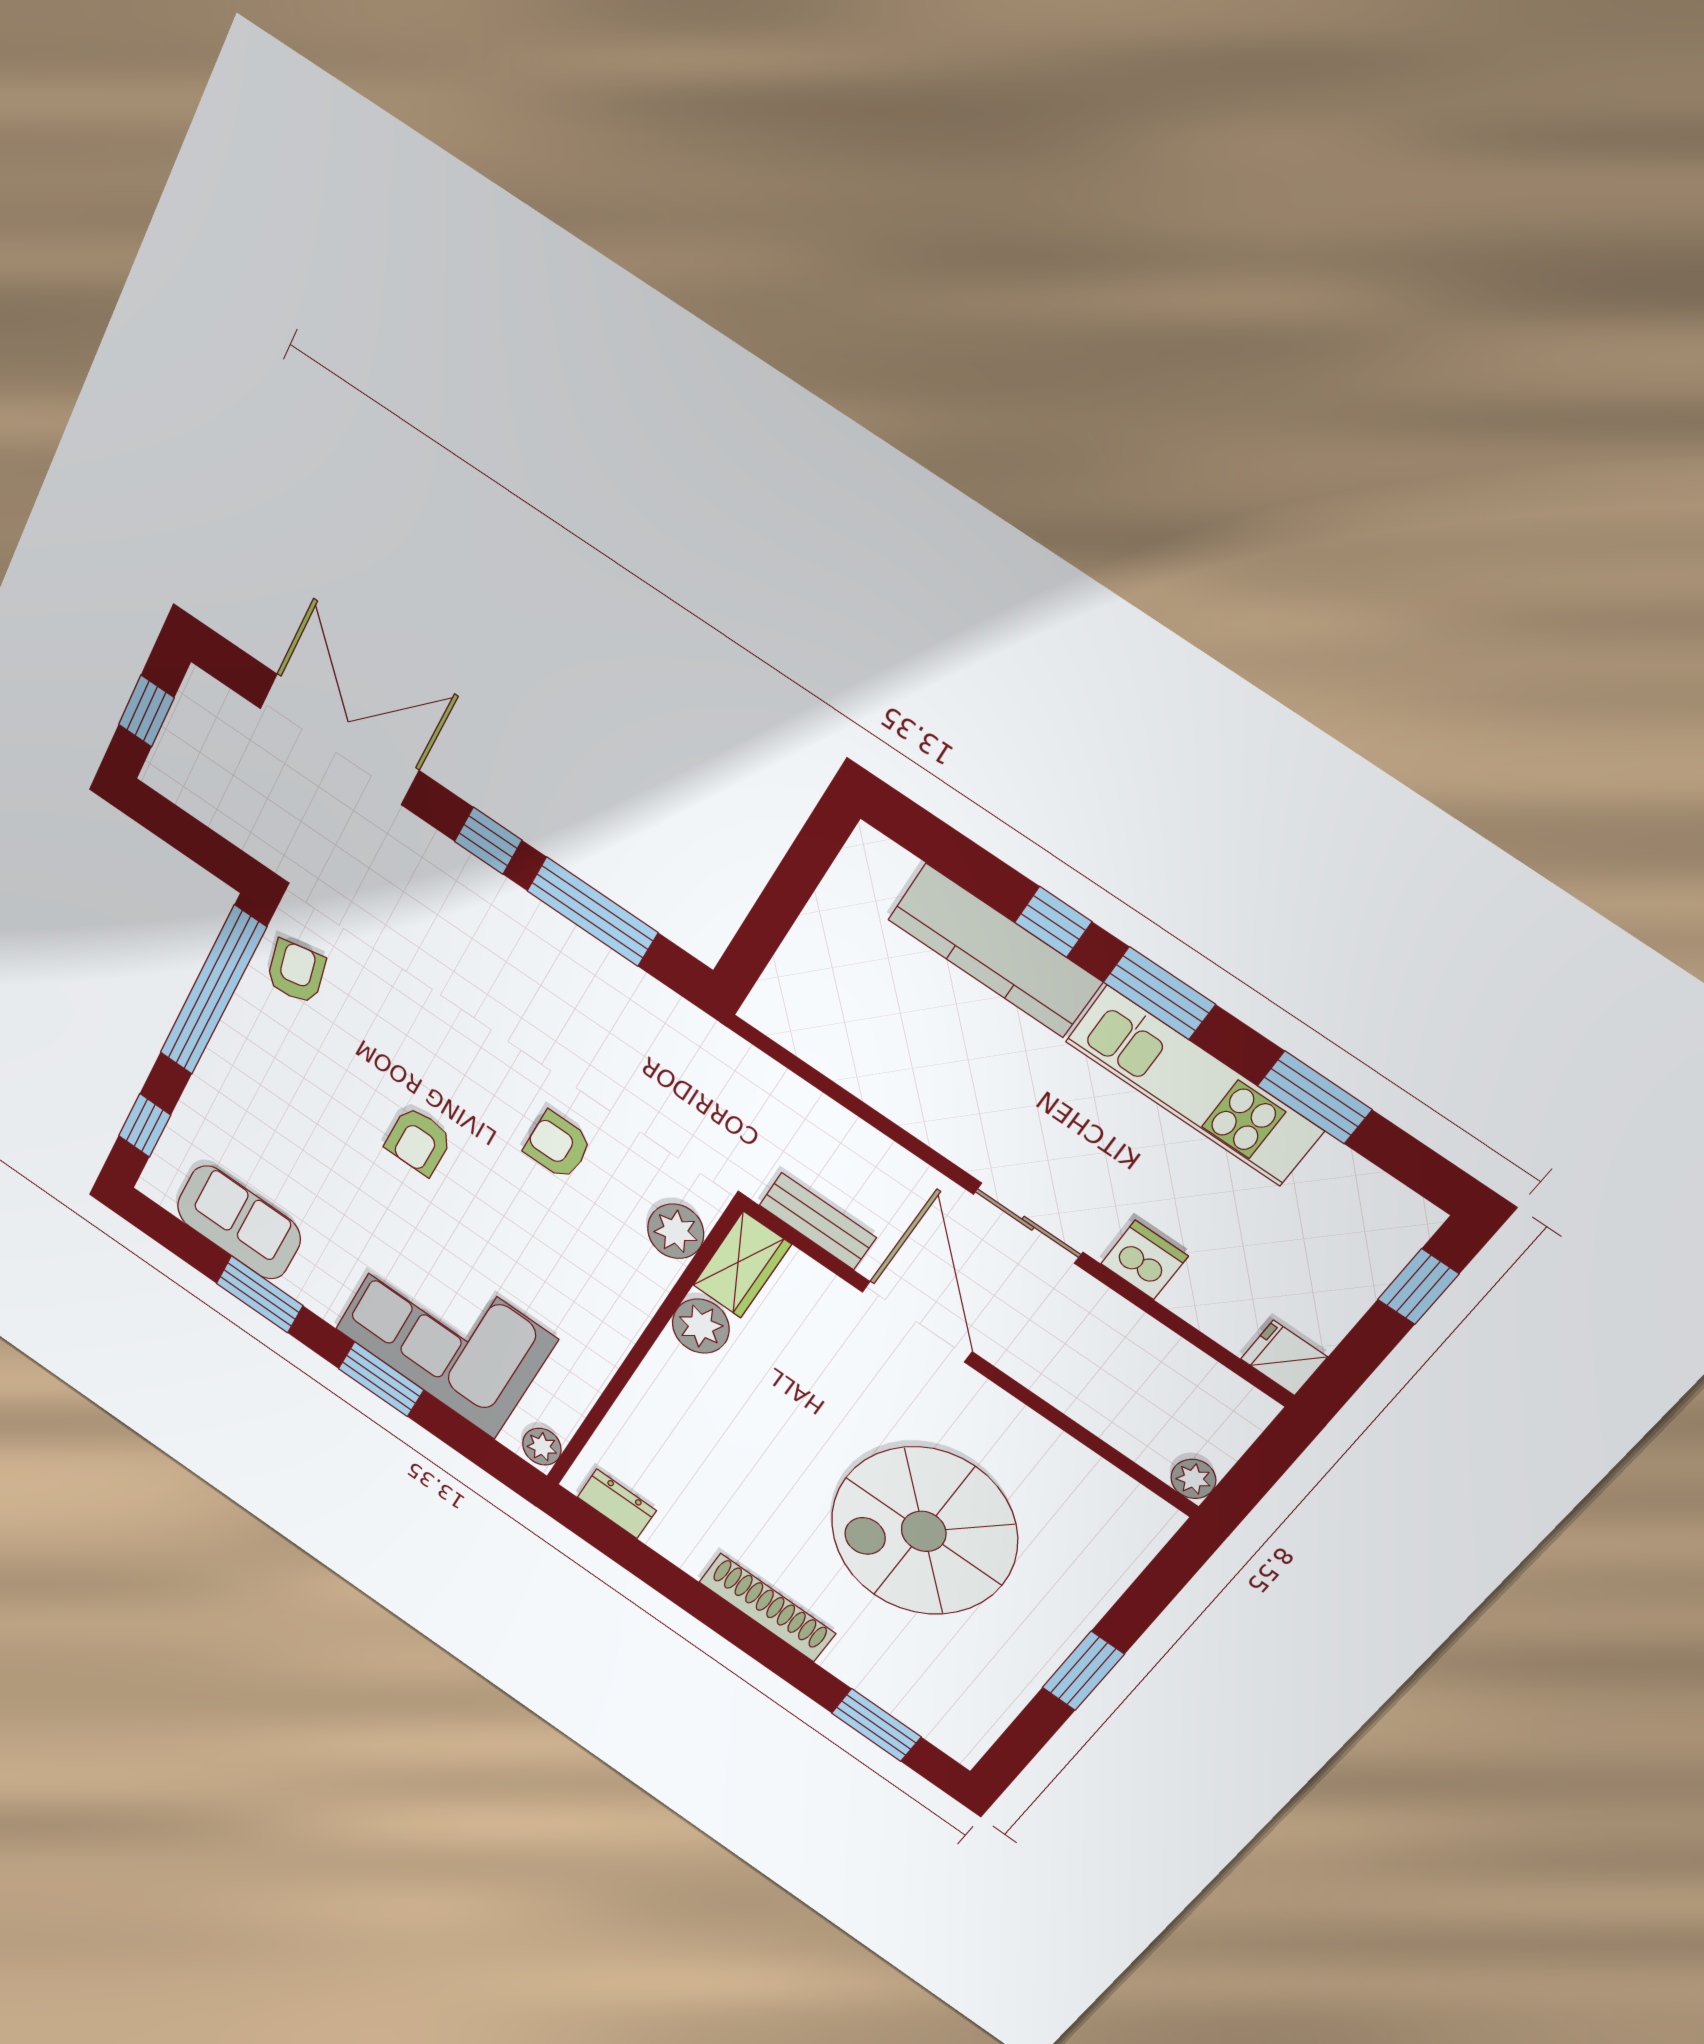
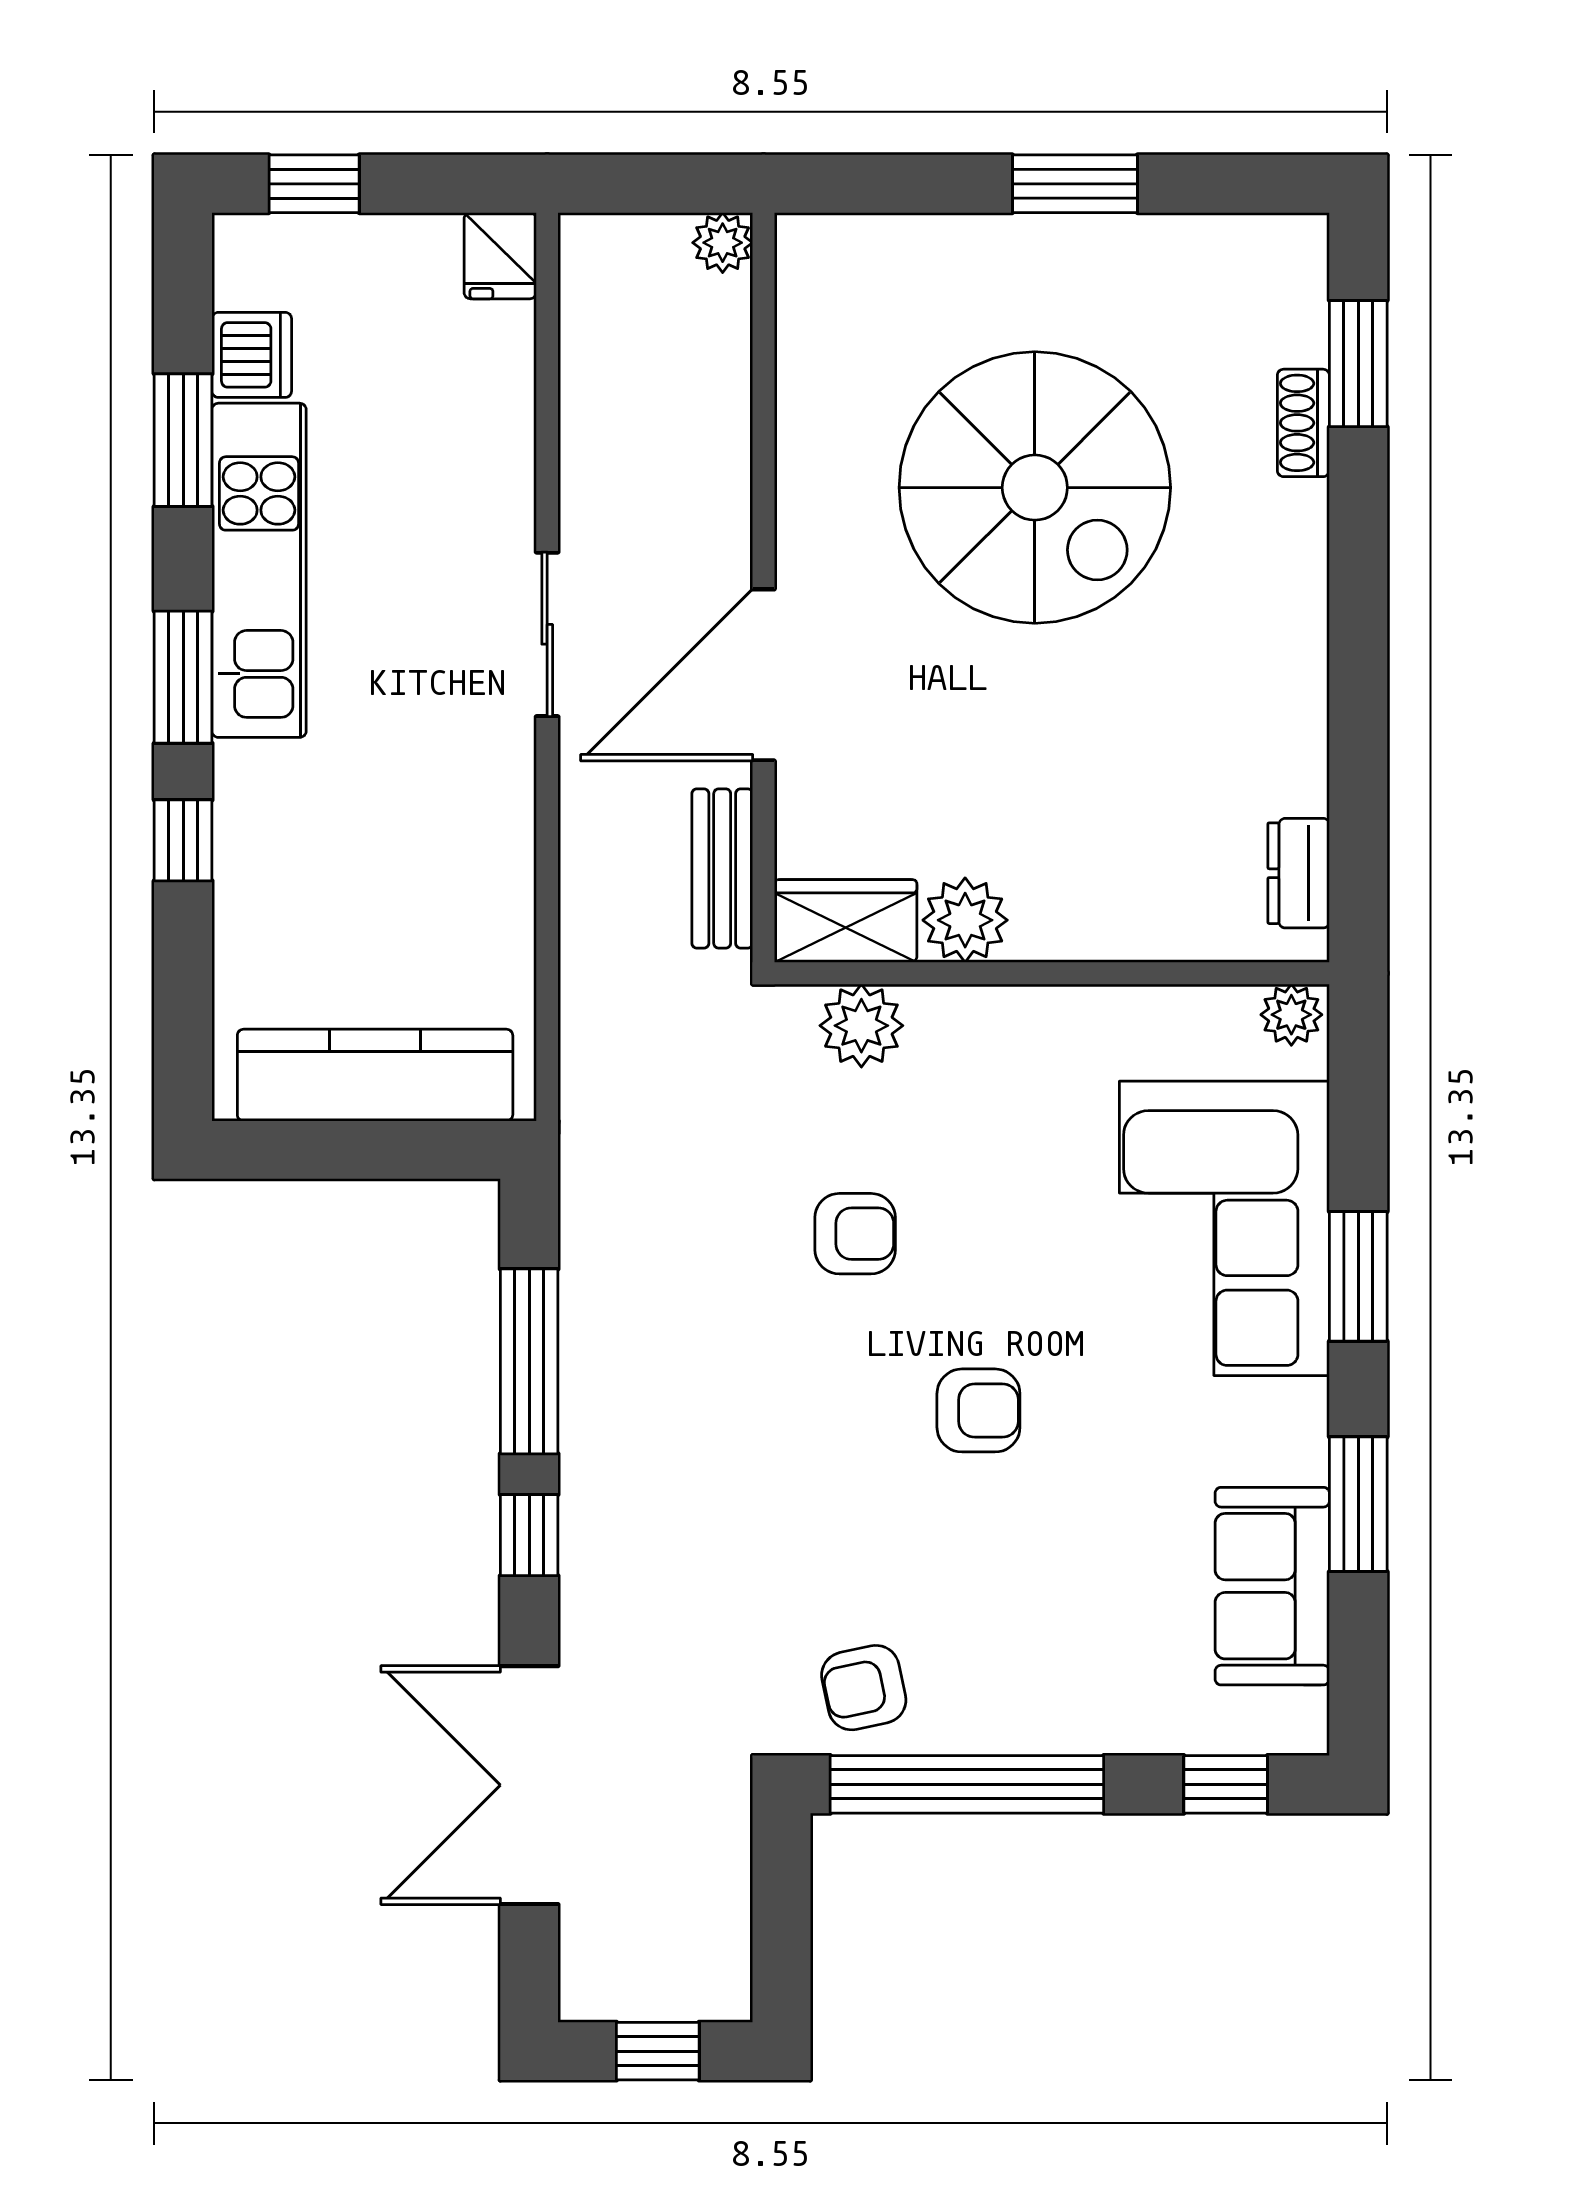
kitchen counter: (995, 951) -> (375, 1075), moved, turned -90
armchair: (558, 1145) -> (855, 1234), turned -90
dishwasher: (1144, 1260) -> (252, 355), moved, turned 180
shoe rack: (767, 1608) -> (1303, 423), moved, width x0.51, depth x0.81

